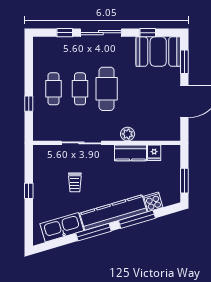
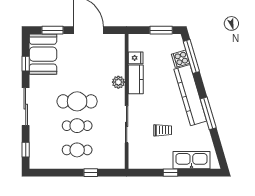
window: (65, 33) -> (26, 150), moved
window: (137, 219) -> (191, 56), moved
kitchen sink: (62, 227) -> (191, 160), moved, turned 106

